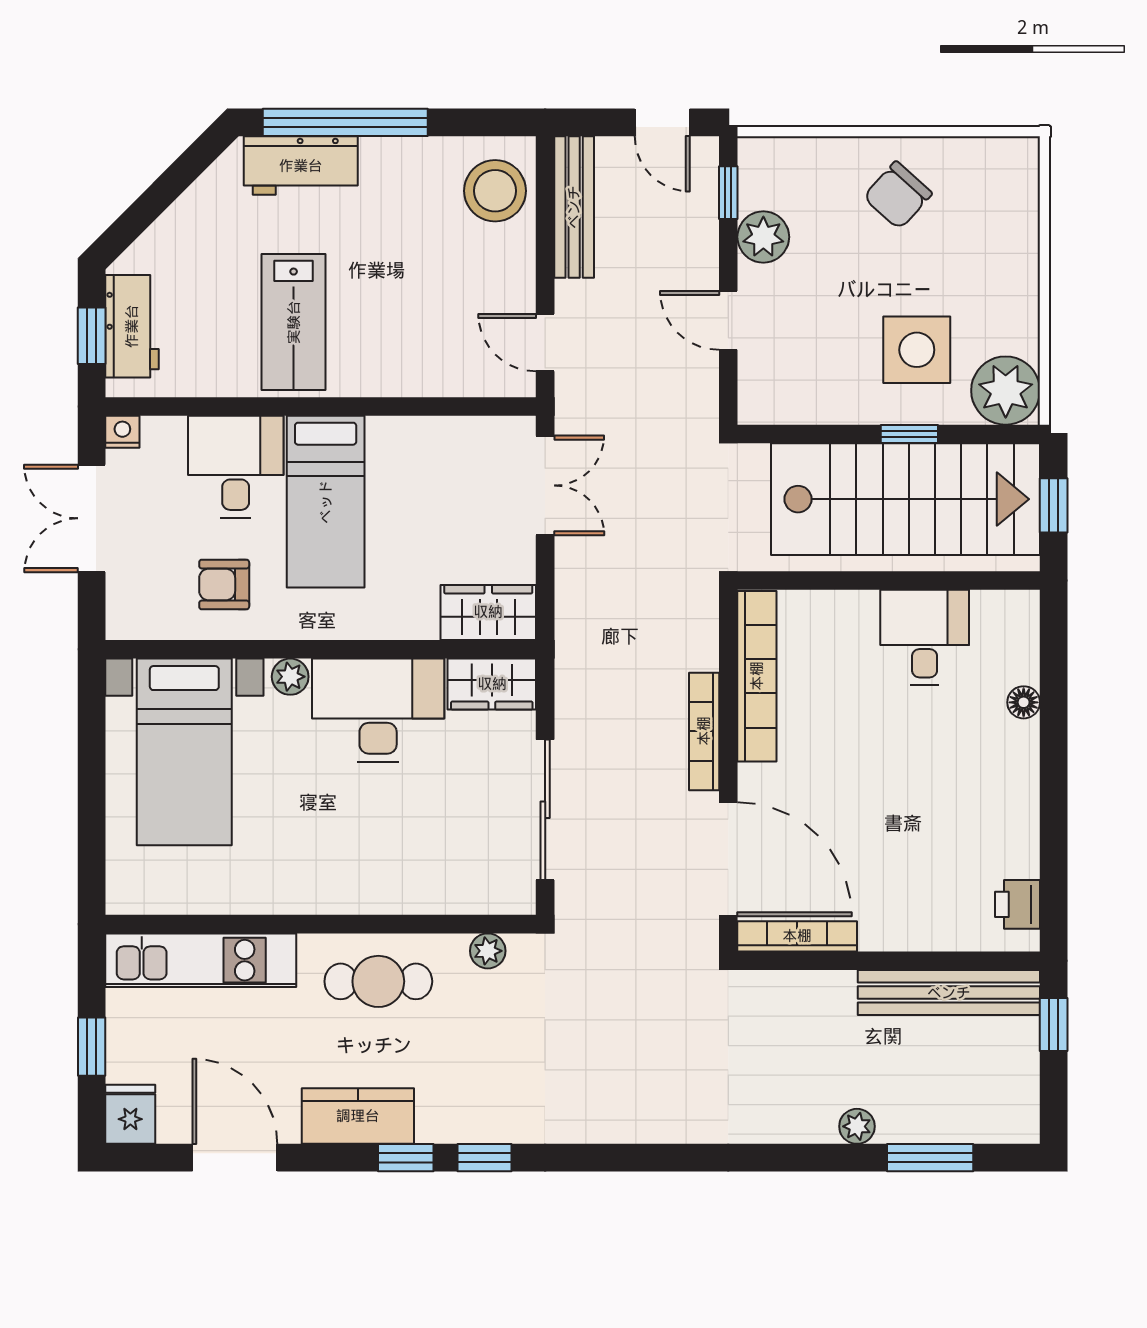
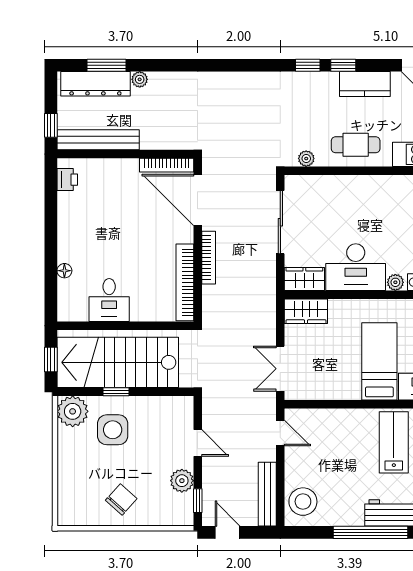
dresser: (955, 1117) -> (95, 84), added

